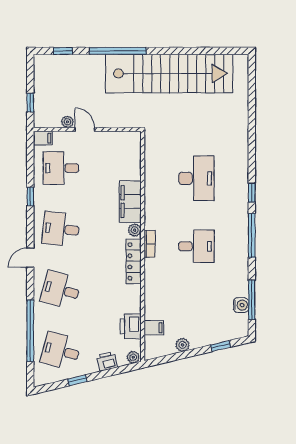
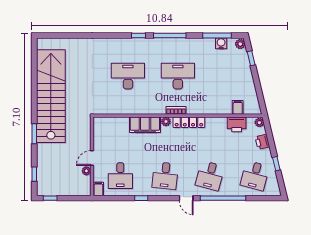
window: (118, 51) -> (34, 134), width x0.47
window: (30, 103) -> (50, 198), moved
desk: (196, 246) -> (178, 76), width x1.37
window: (30, 331) -> (223, 198), moved
plant: (183, 345) -> (240, 44), moved

